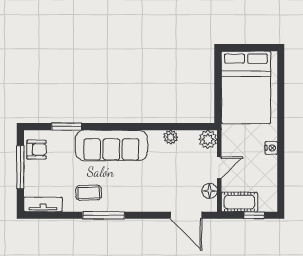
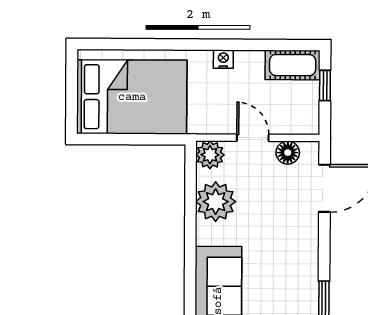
plant: (171, 137) -> (216, 202), width x1.87, depth x1.87
cot: (239, 202) -> (293, 65), moved, turned 90

